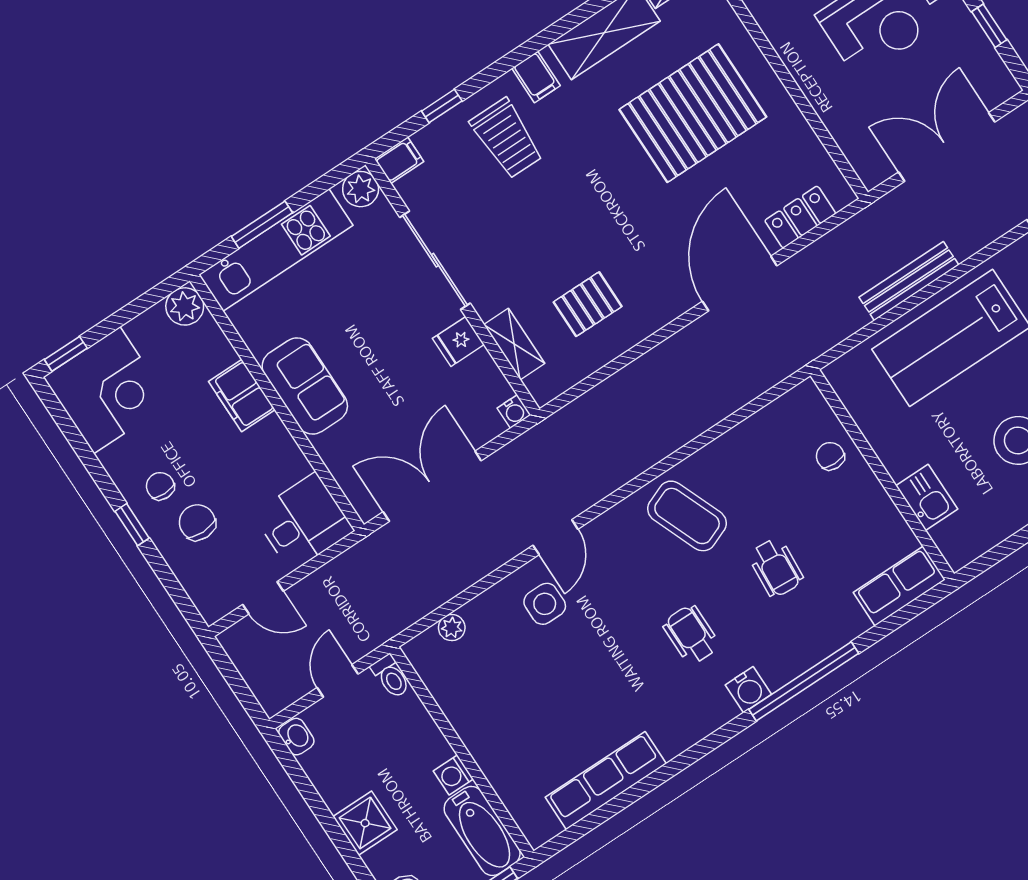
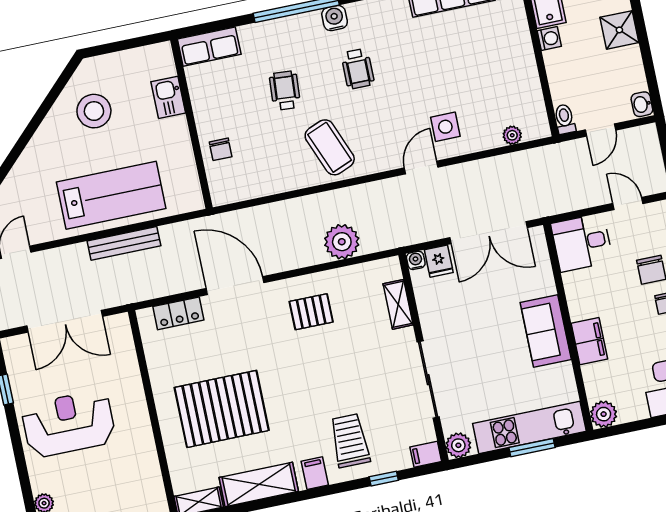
door: (740, 283) -> (235, 286), swing flipped
pallet: (588, 304) -> (311, 312), moved
fridge: (458, 341) -> (439, 261), moved, turned 90
plant: (621, 397) -> (342, 242), added

